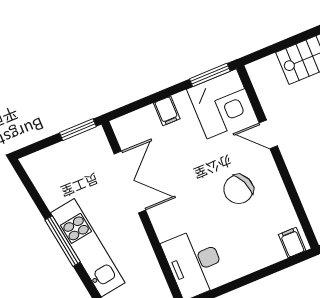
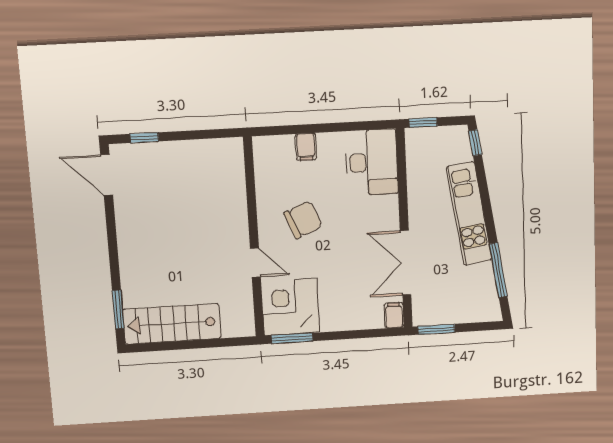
filing cabinet: (167, 111) -> (394, 315), moved
window: (63, 241) -> (498, 270), moved
filing cabinet: (292, 242) -> (306, 147), moved

